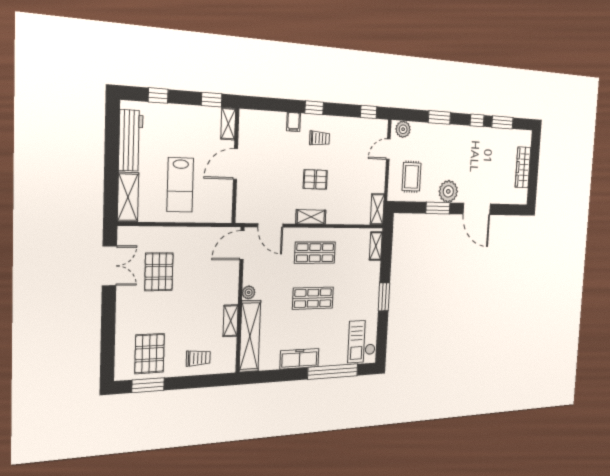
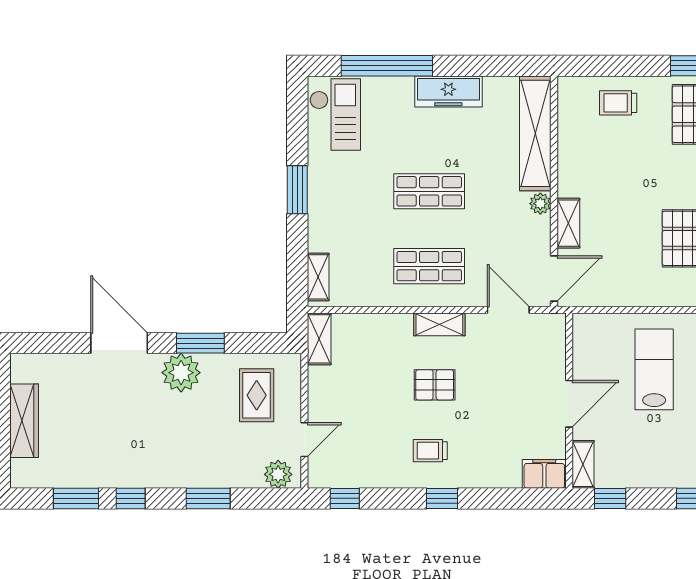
filing cabinet: (294, 122) -> (544, 474), moved, width x2.00
shelving: (231, 321) -> (568, 223), moved

